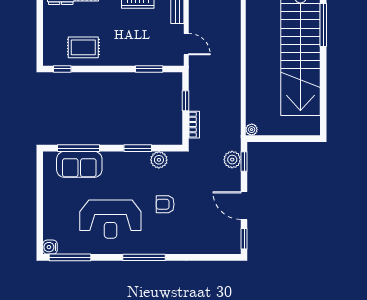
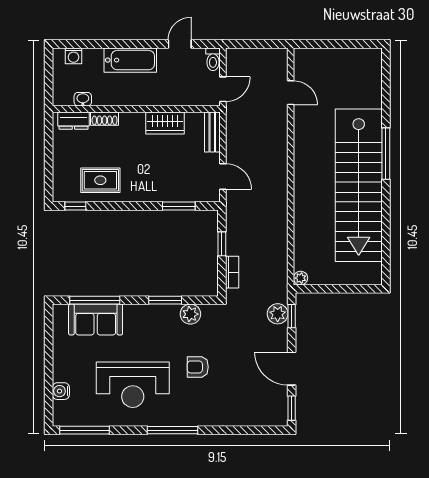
water cooler: (50, 247) -> (61, 391), moved

